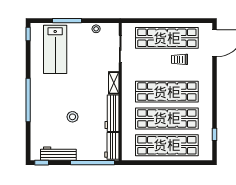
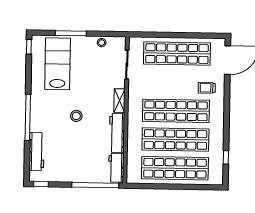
lab bench: (55, 49) -> (58, 64), turned 180
trolley: (179, 59) -> (207, 88), moved
stool: (73, 117) -> (76, 116), moved
workbench: (58, 154) -> (37, 152), moved, turned 90

